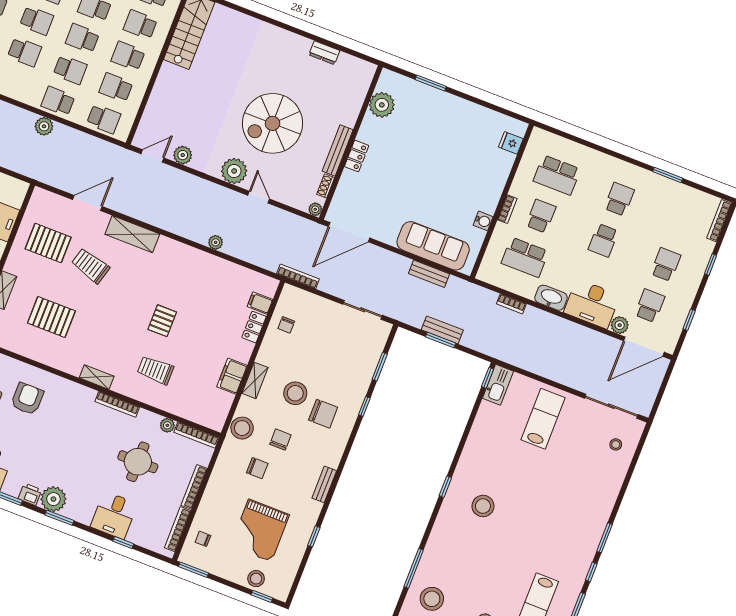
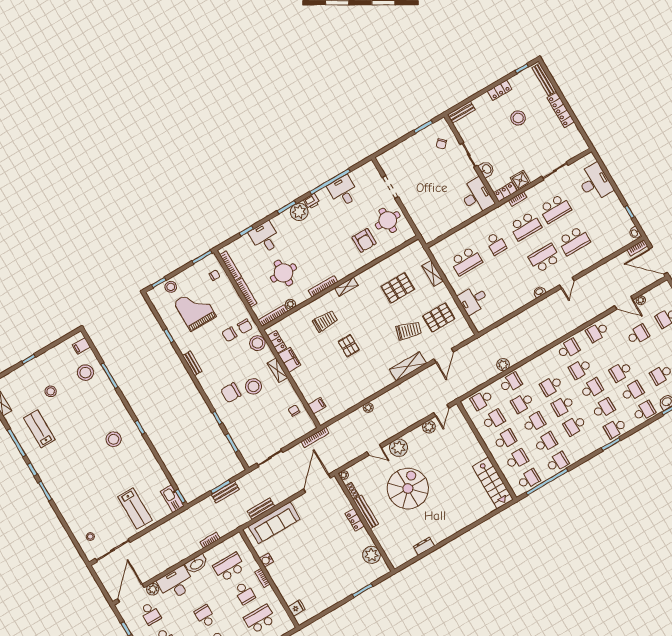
locker: (254, 327) -> (277, 342), moved
chair: (280, 440) -> (245, 326), moved

